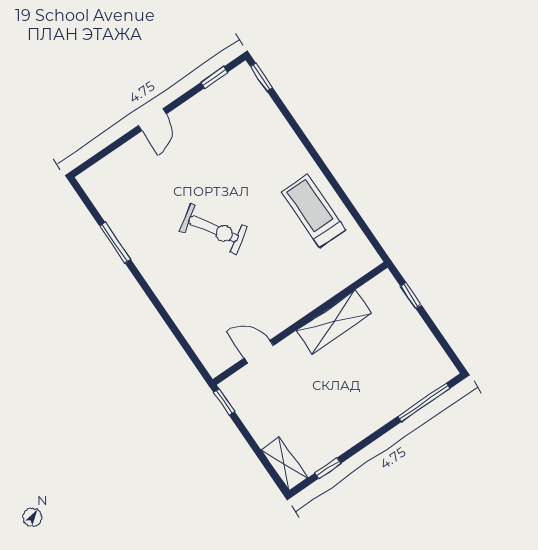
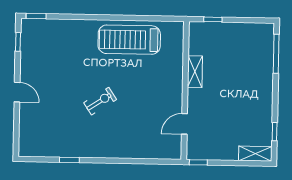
treadmill: (314, 211) -> (129, 40), width x1.37, depth x1.38
exercise bike: (213, 229) -> (100, 101), width x0.73, depth x0.72
window: (115, 243) -> (69, 160), width x0.67
shelving: (334, 322) -> (195, 72), width x0.67, depth x0.75

